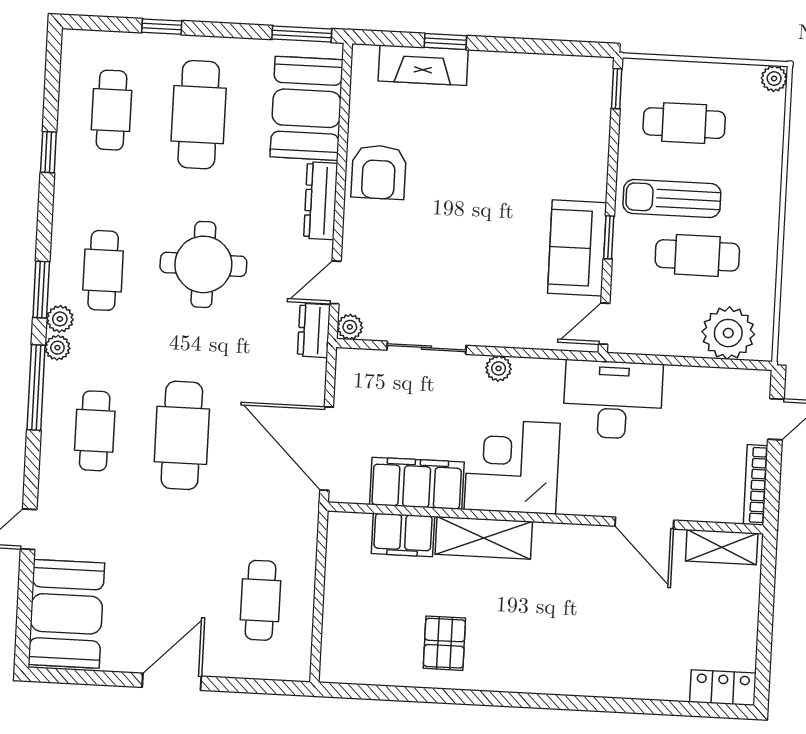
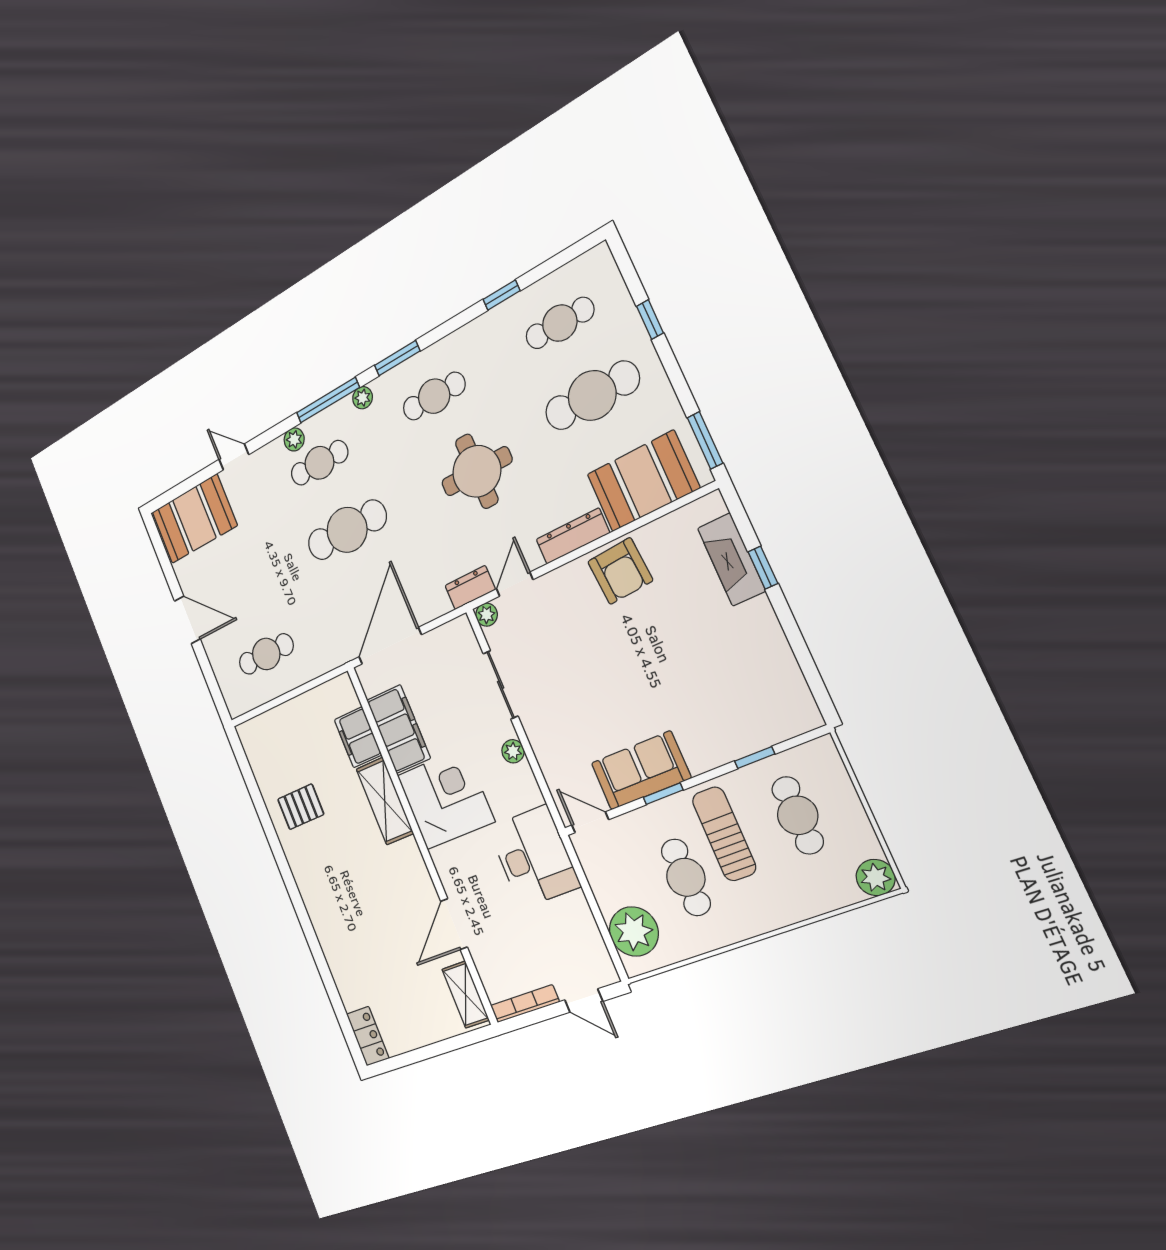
plant: (774, 78) -> (876, 878), width x1.38, depth x1.38
window: (617, 89) -> (755, 758), moved
armchair: (379, 172) -> (620, 571), turned -94
door: (335, 282) -> (515, 584), hinge flipped
plant: (60, 319) -> (294, 439), moved

